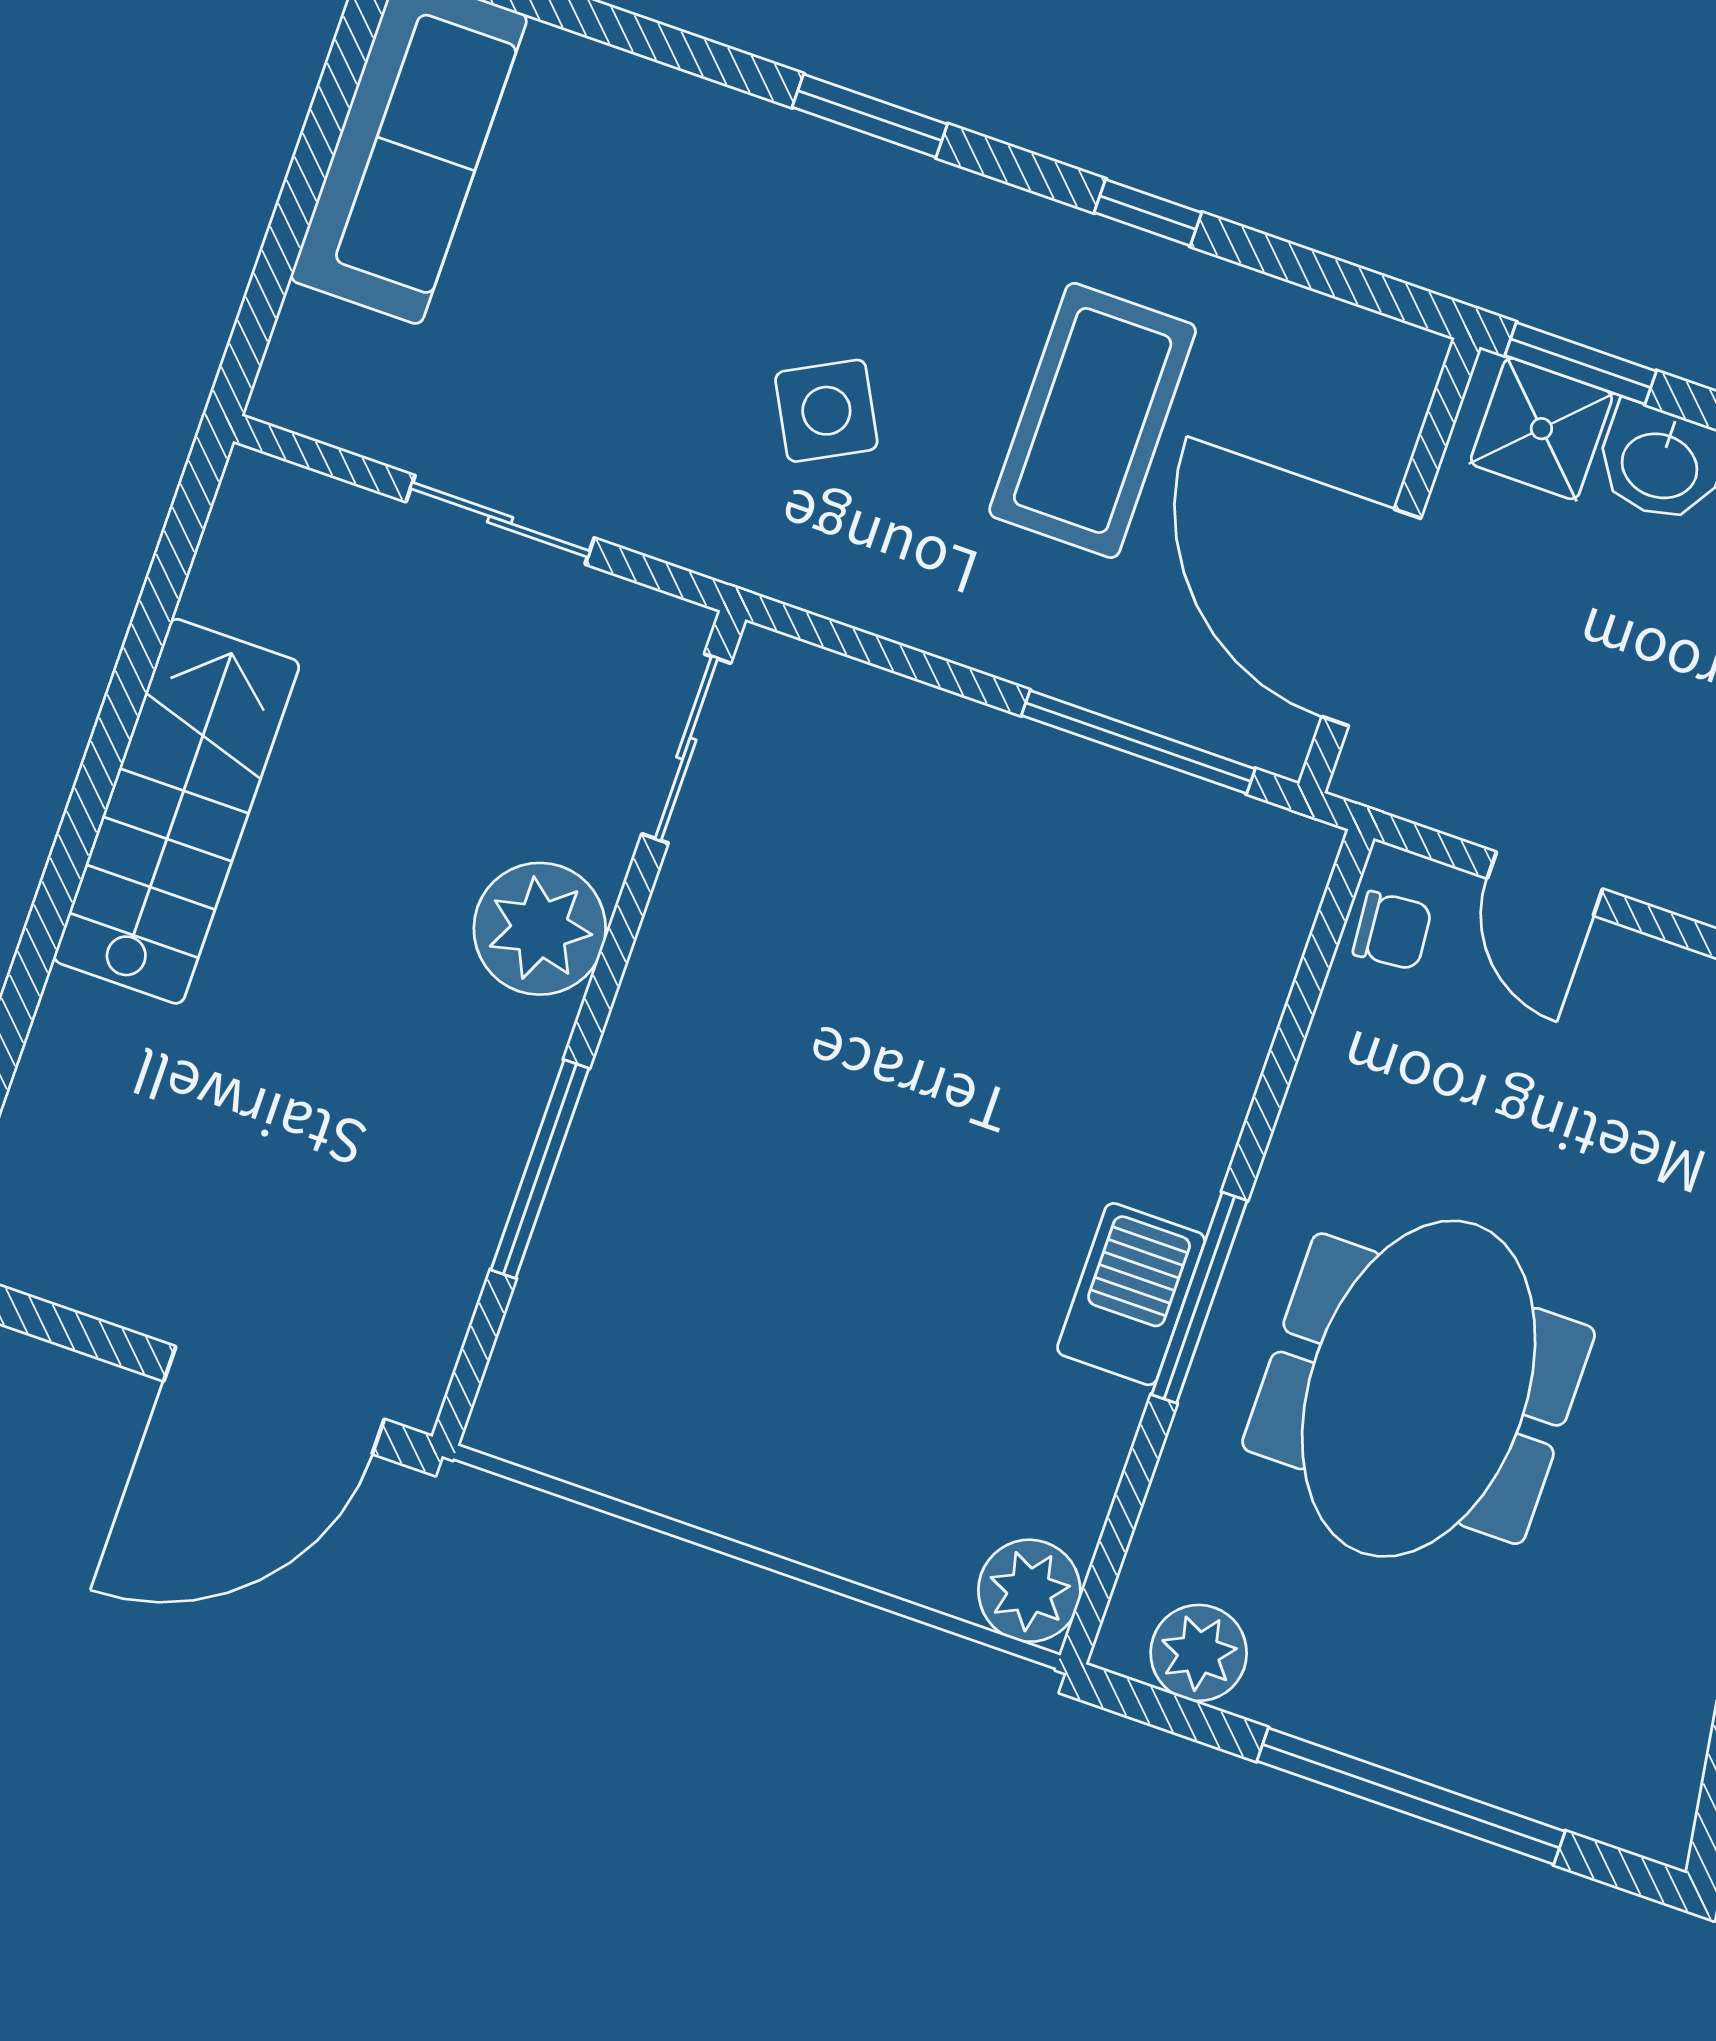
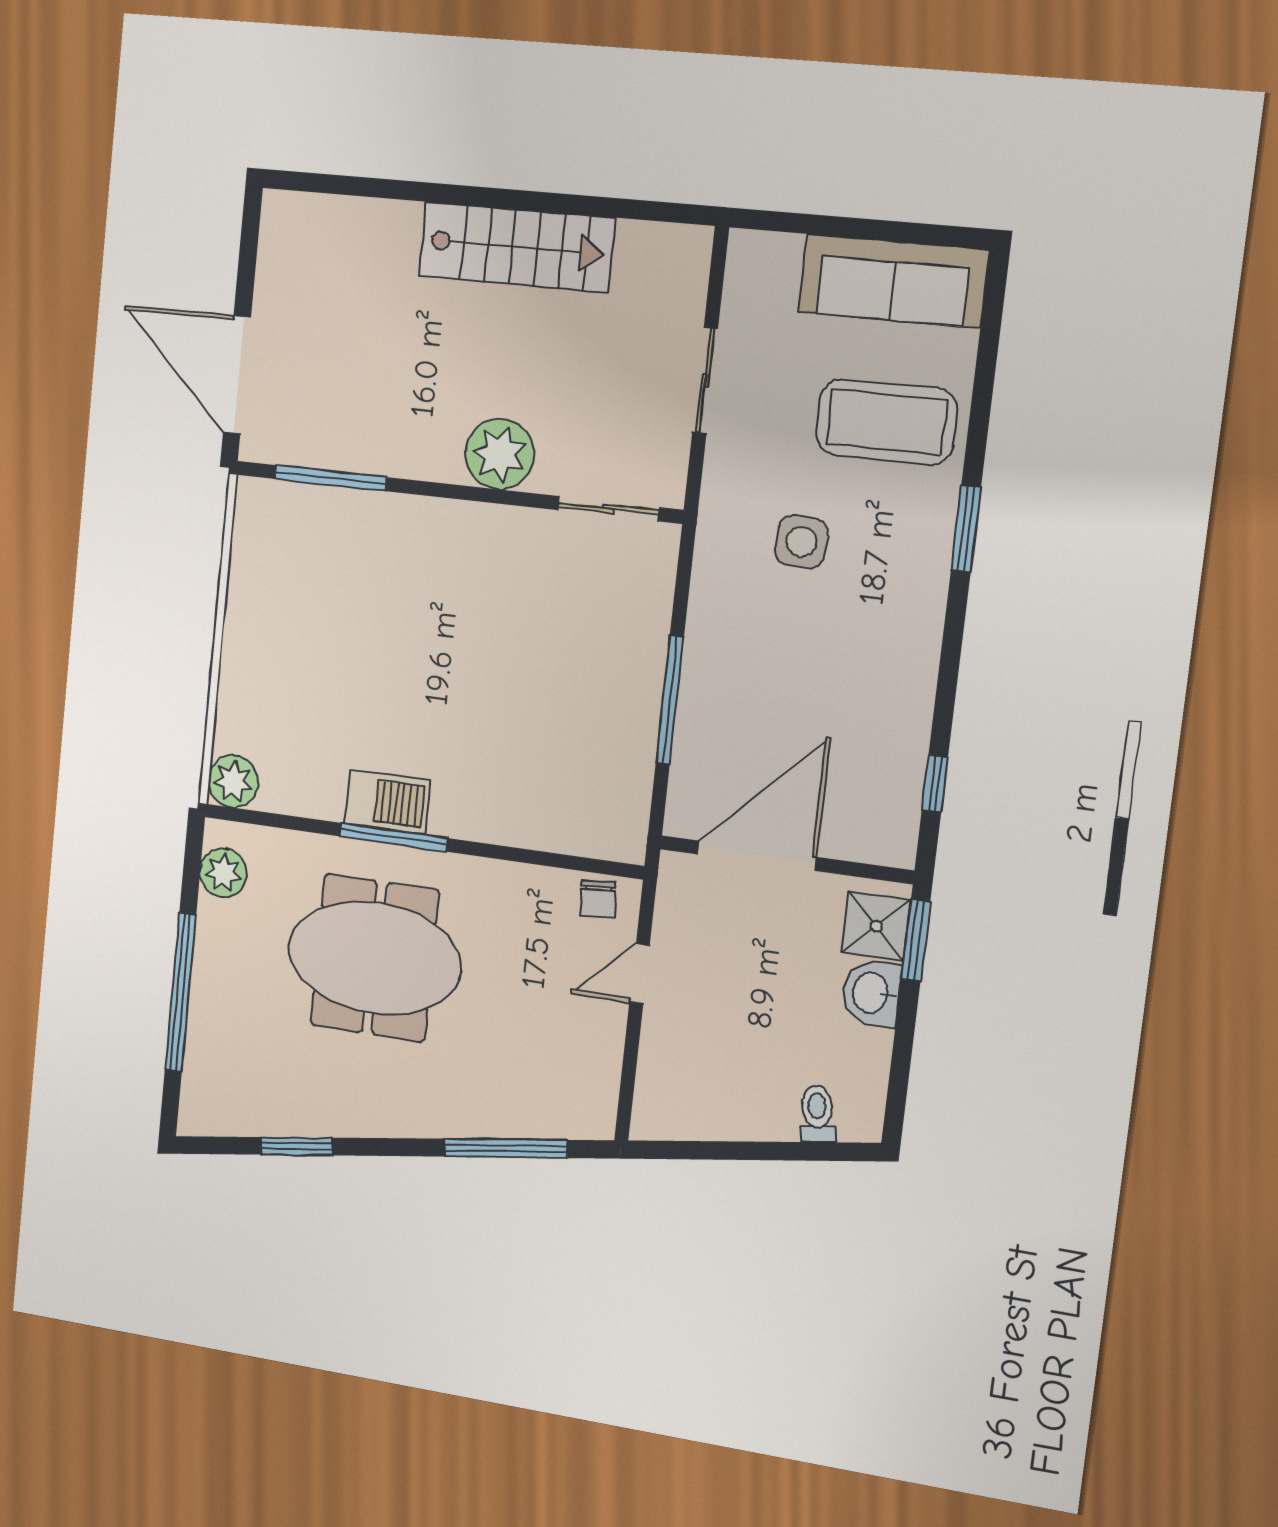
window: (1148, 213) -> (935, 783), moved
side table: (826, 411) -> (801, 542), turned 32
coffee table: (1093, 420) -> (886, 422), moved
window: (1138, 742) -> (670, 700), moved
window: (540, 1169) -> (330, 478), moved

